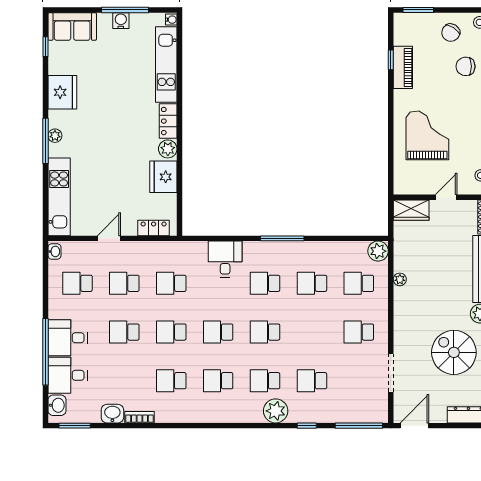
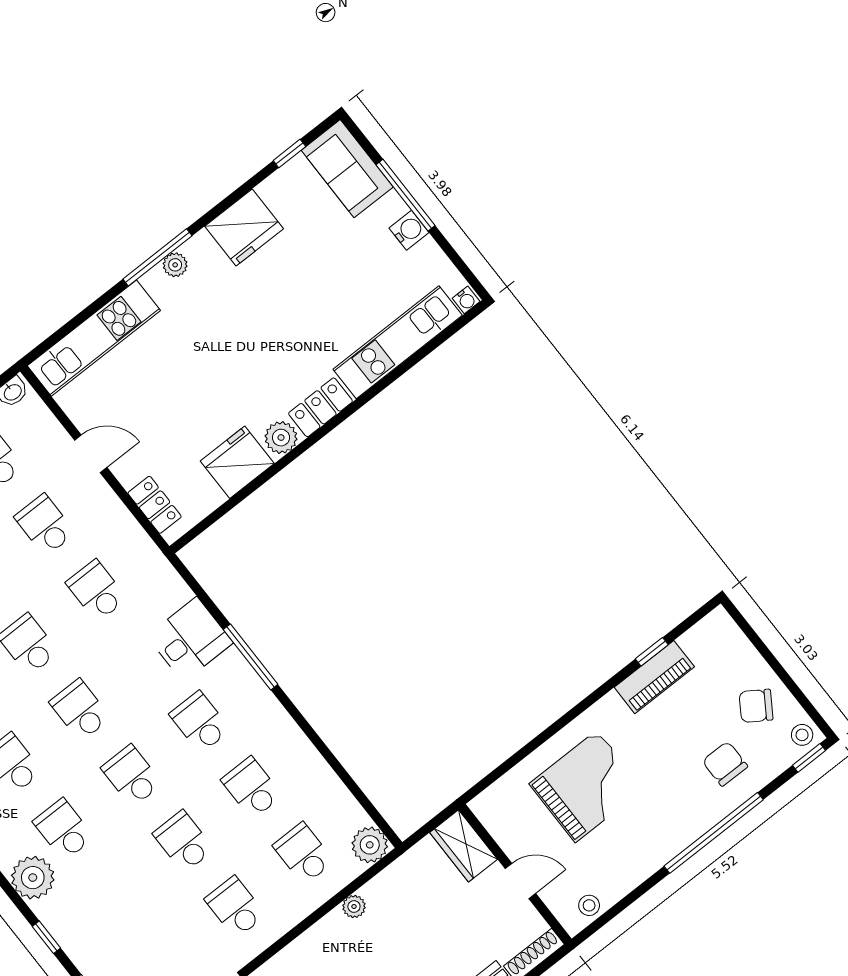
window: (125, 10) -> (406, 195), moved
window: (418, 10) -> (752, 635), removed
window: (282, 238) -> (251, 657), moved
school desk: (312, 381) -> (183, 841), moved

